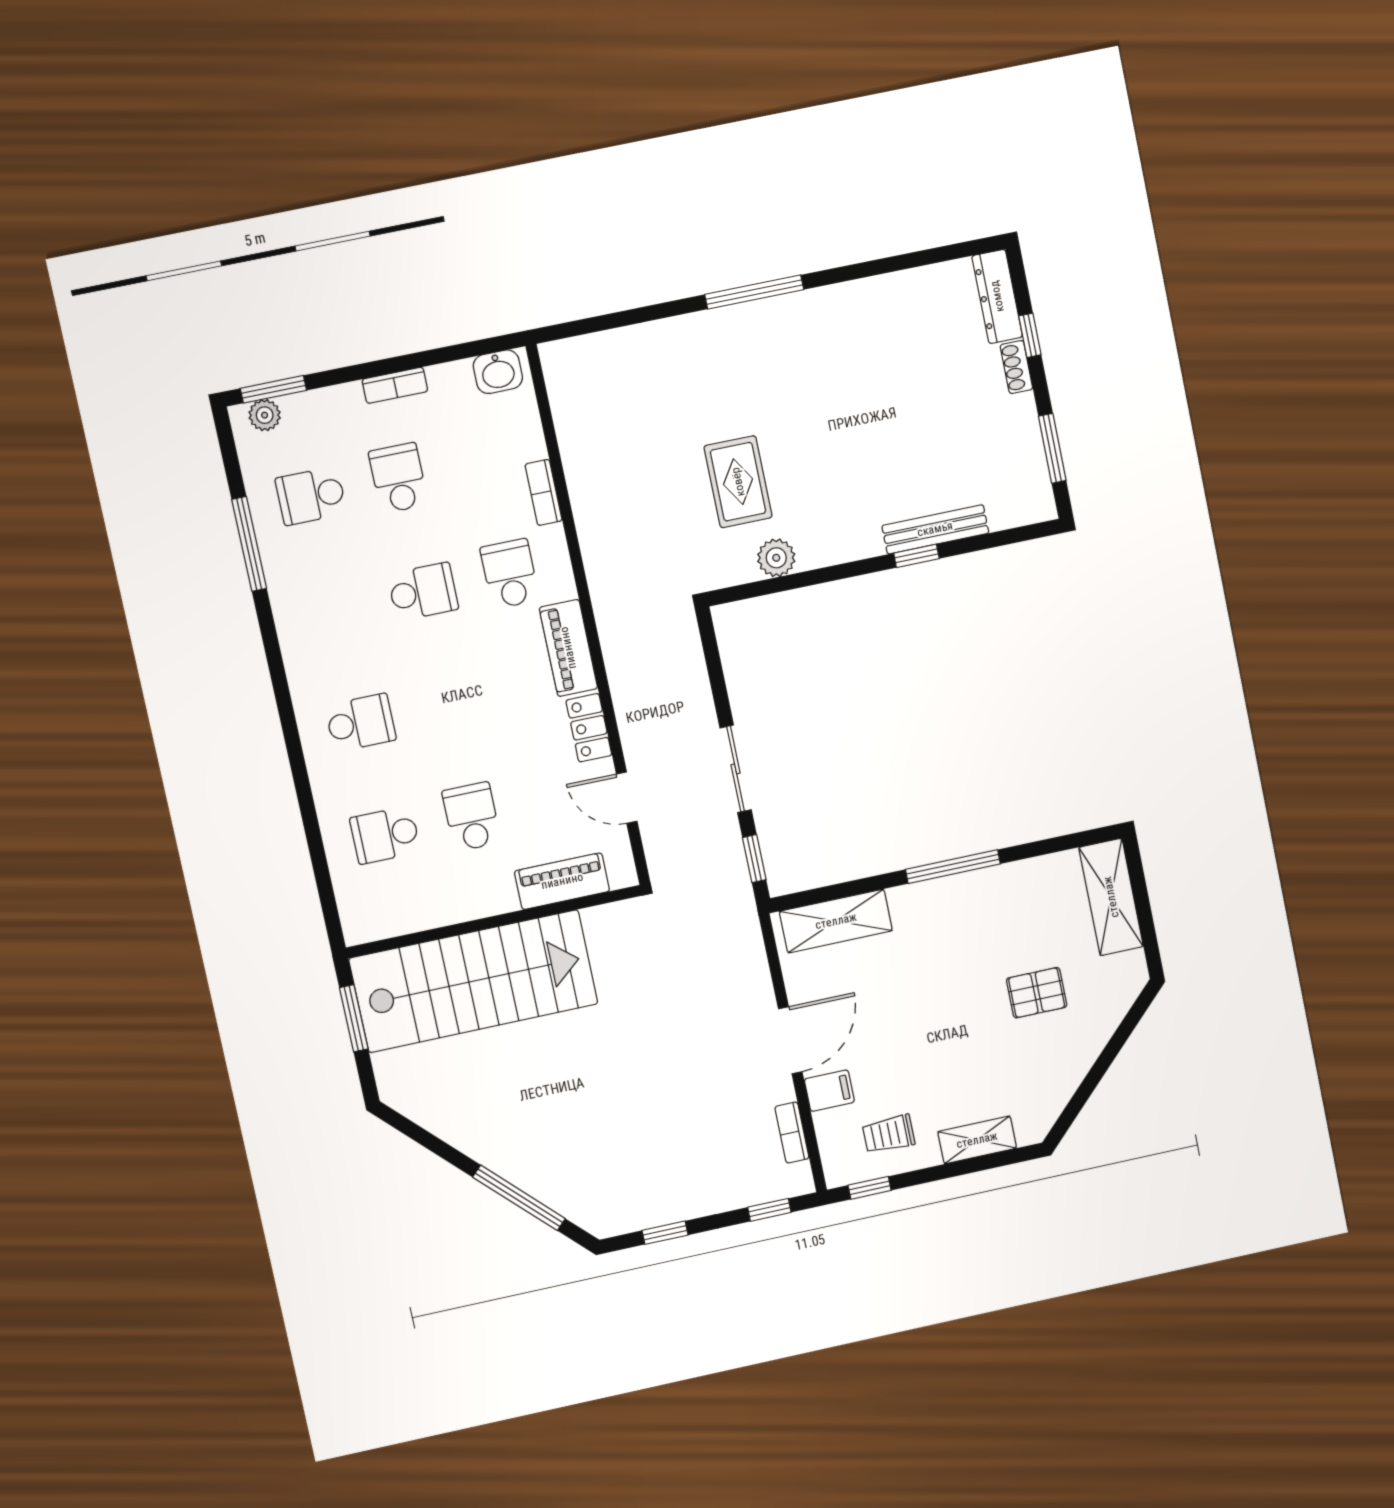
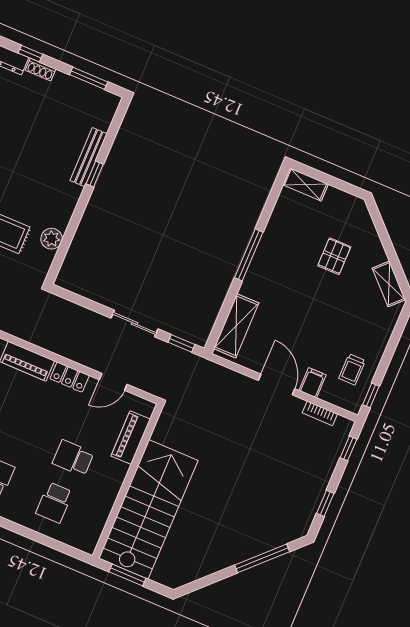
shelving: (1111, 897) -> (305, 184), width x0.67, depth x0.75
shelving: (977, 1140) -> (389, 284), moved, turned -45

